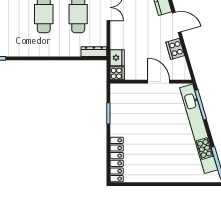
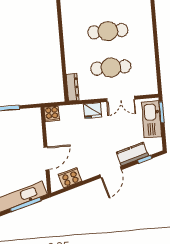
cooker: (175, 49) -> (70, 178), moved
fridge: (117, 58) -> (93, 110), moved

